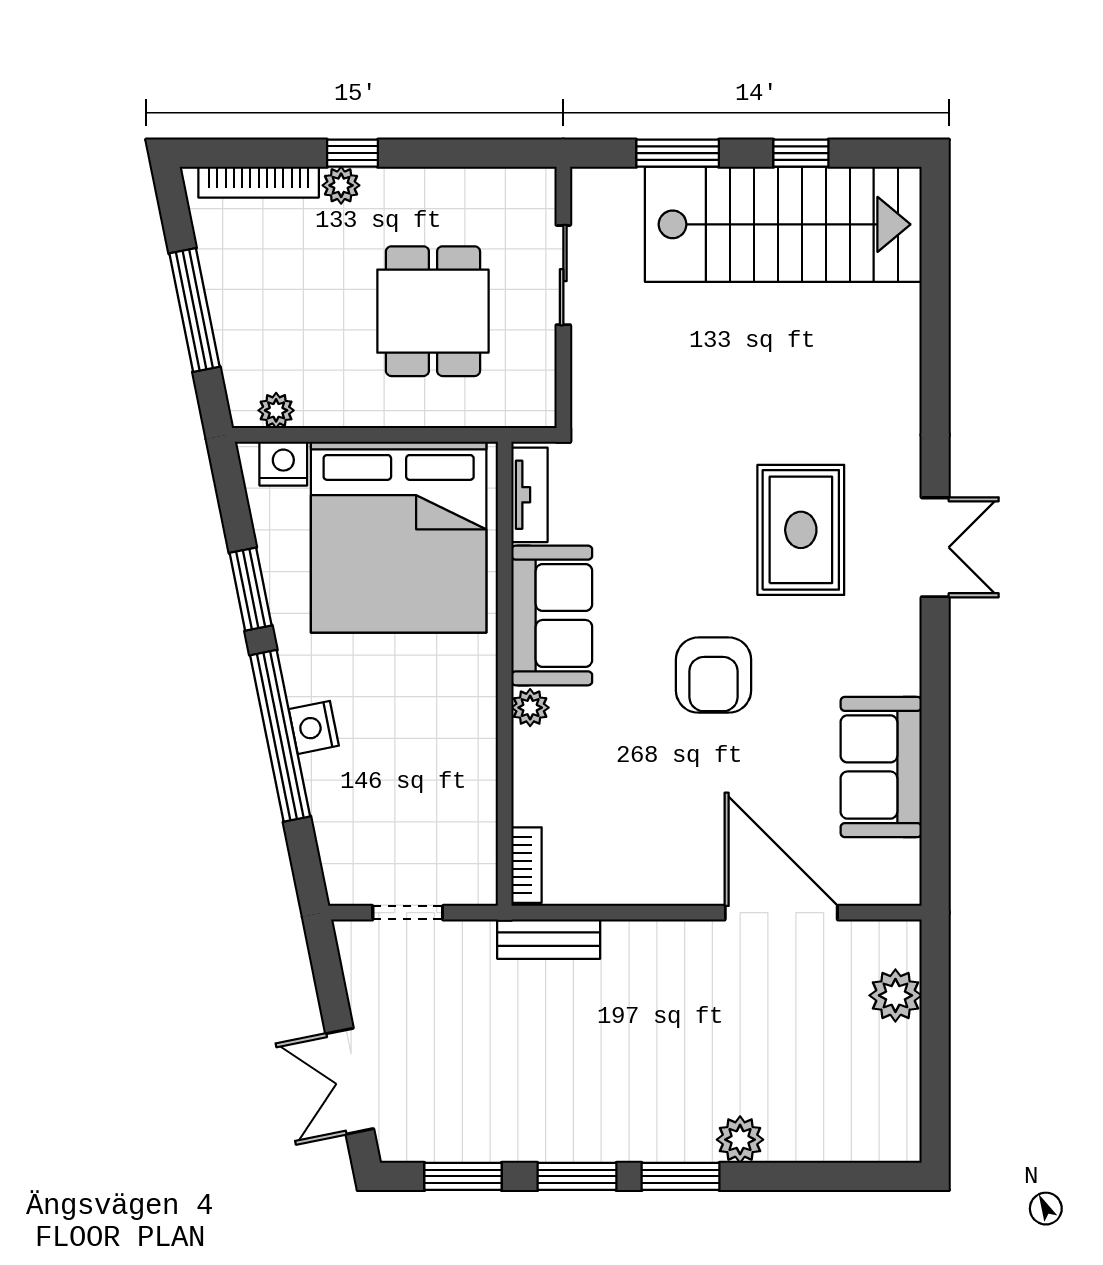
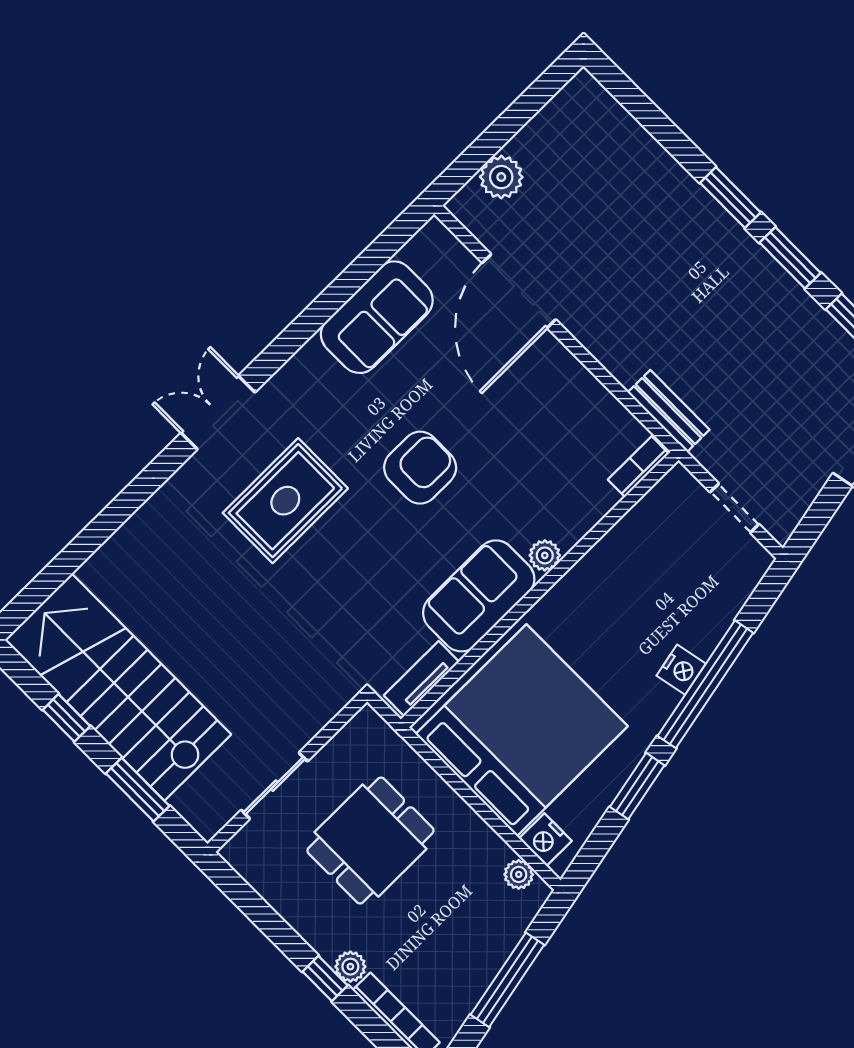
plant: (740, 1140) -> (675, 184), removed

